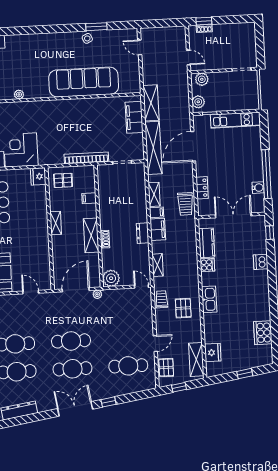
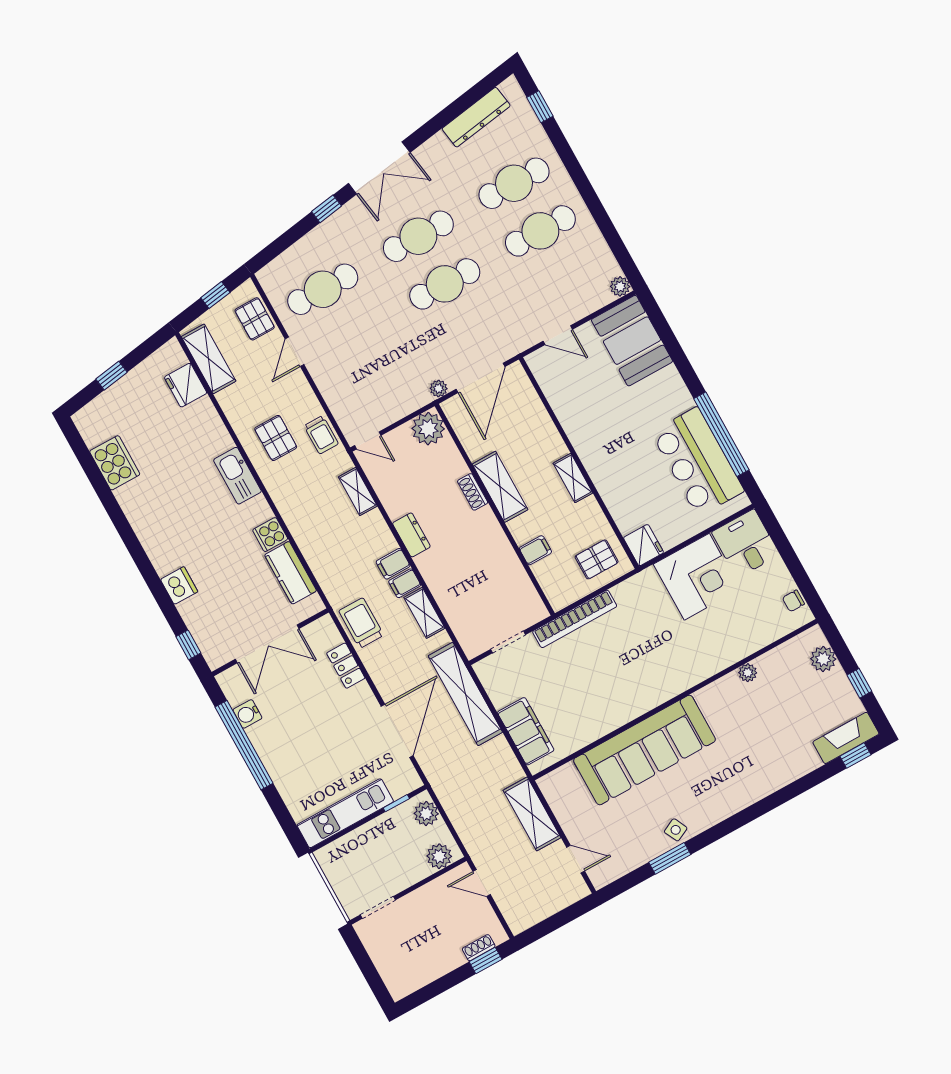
shelving: (151, 103) -> (532, 814), moved
filing cabinet: (158, 229) -> (393, 564), width x0.50

